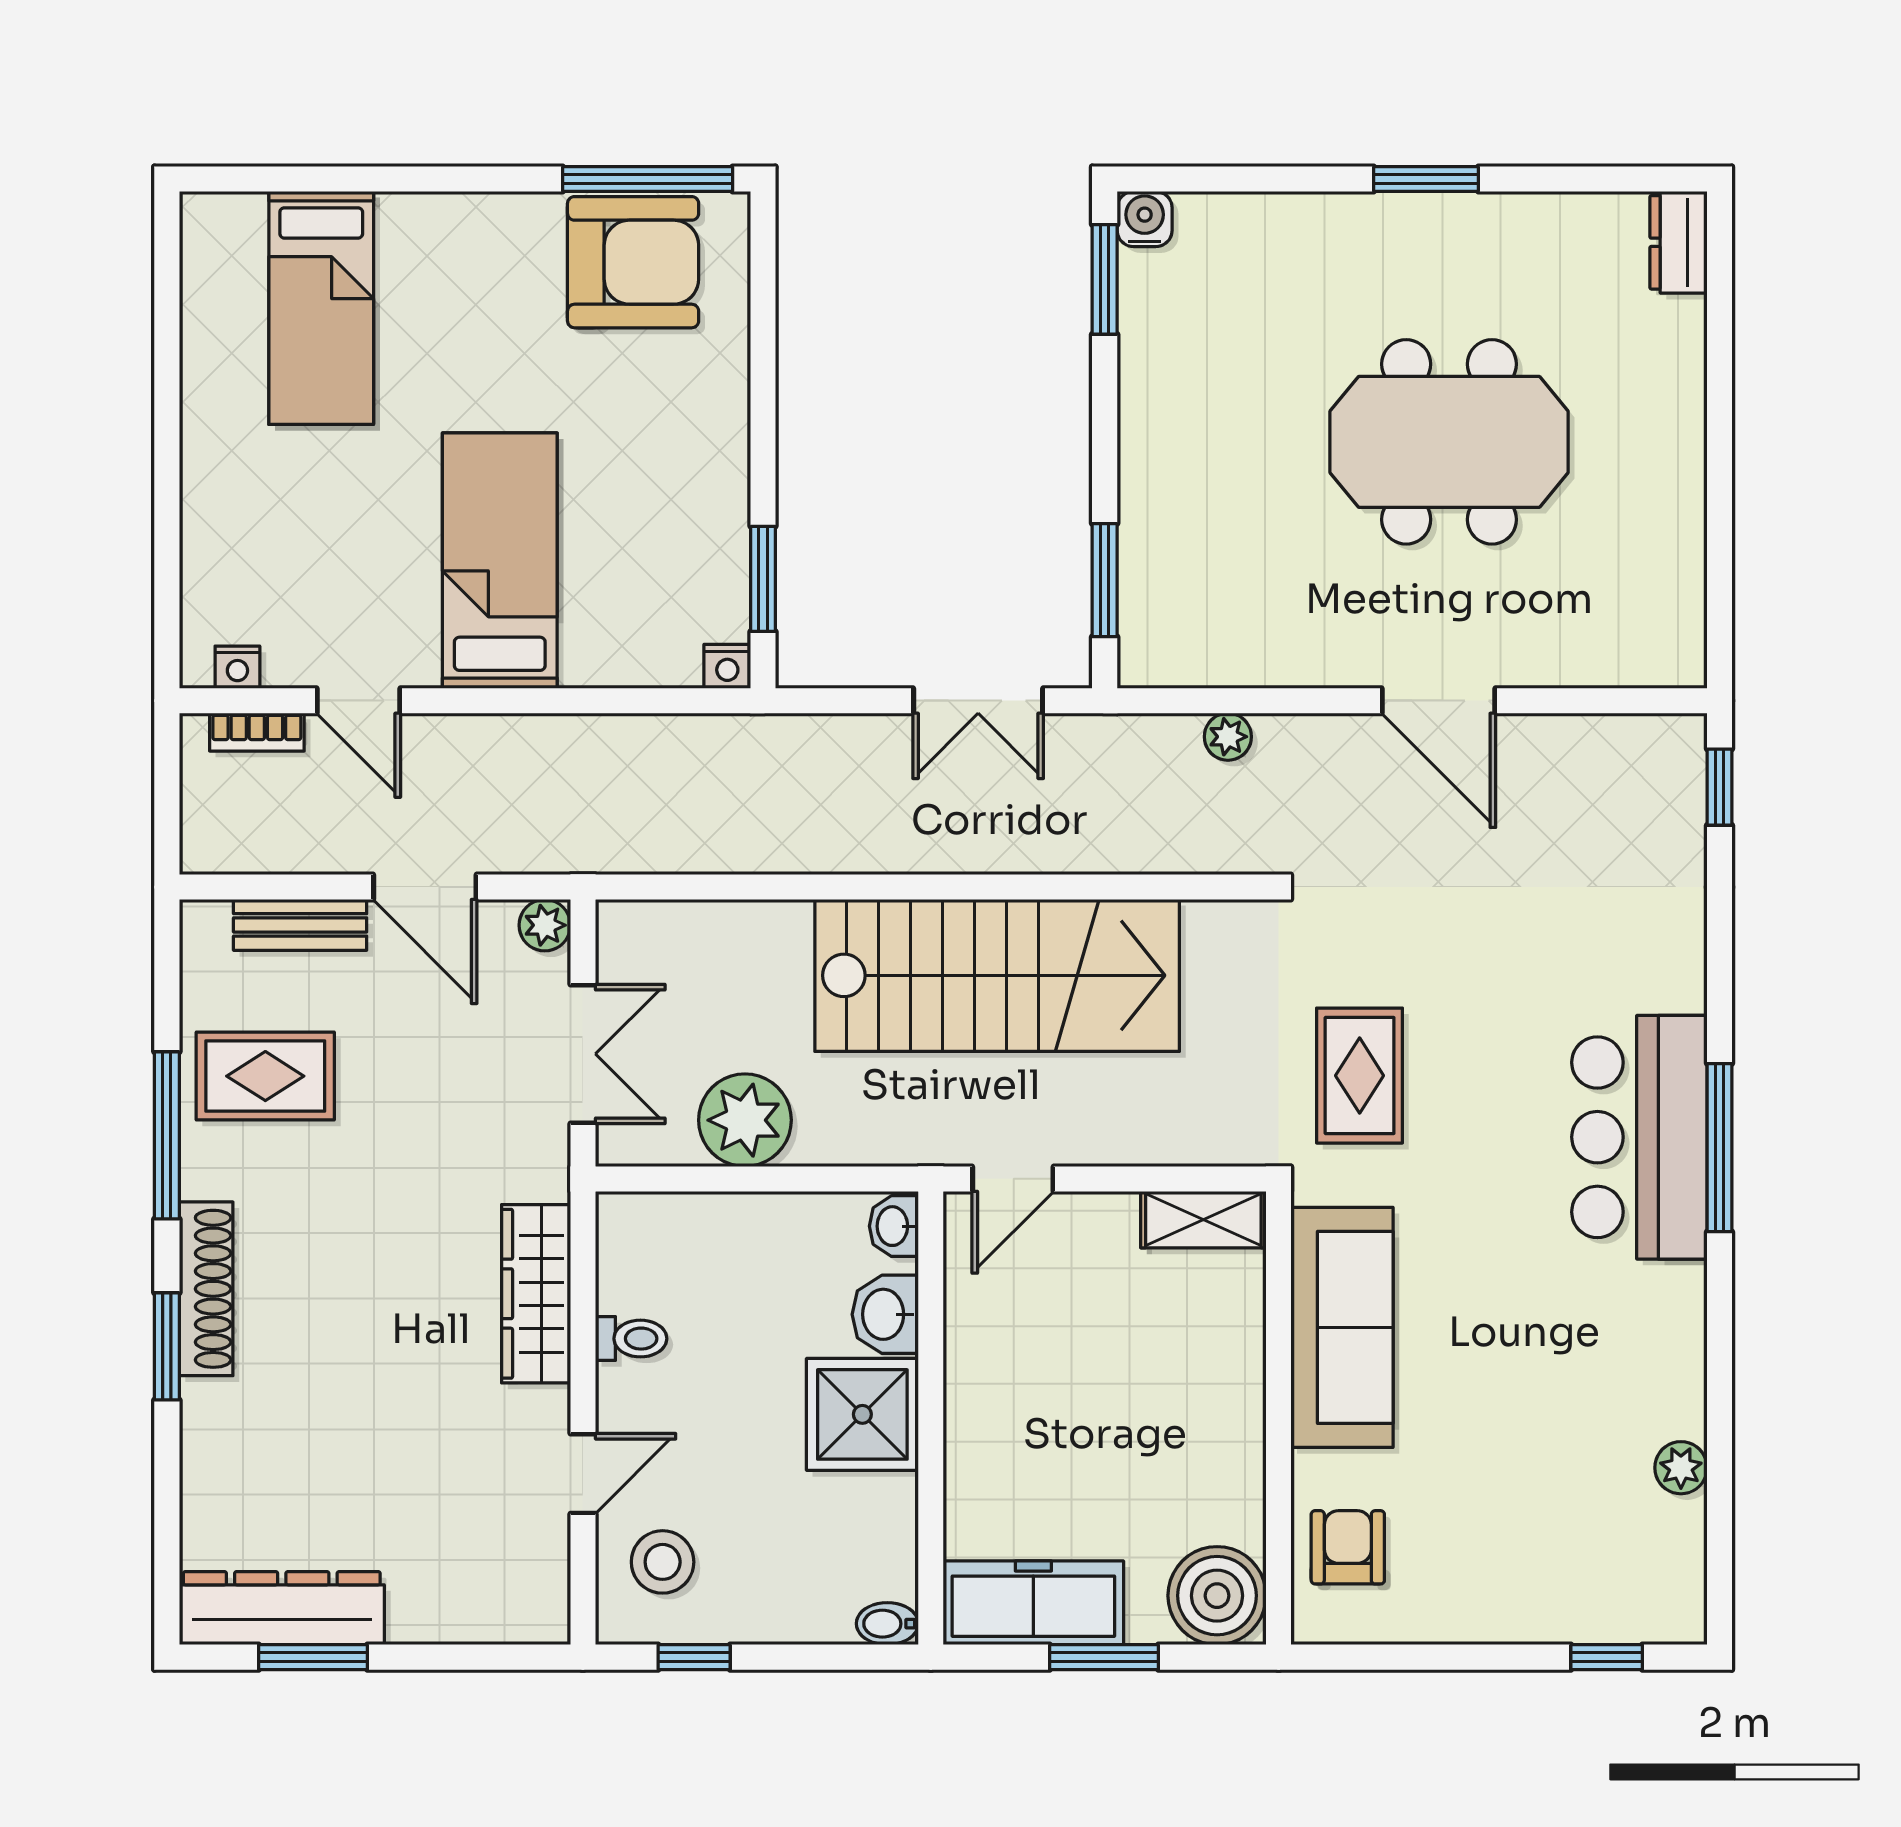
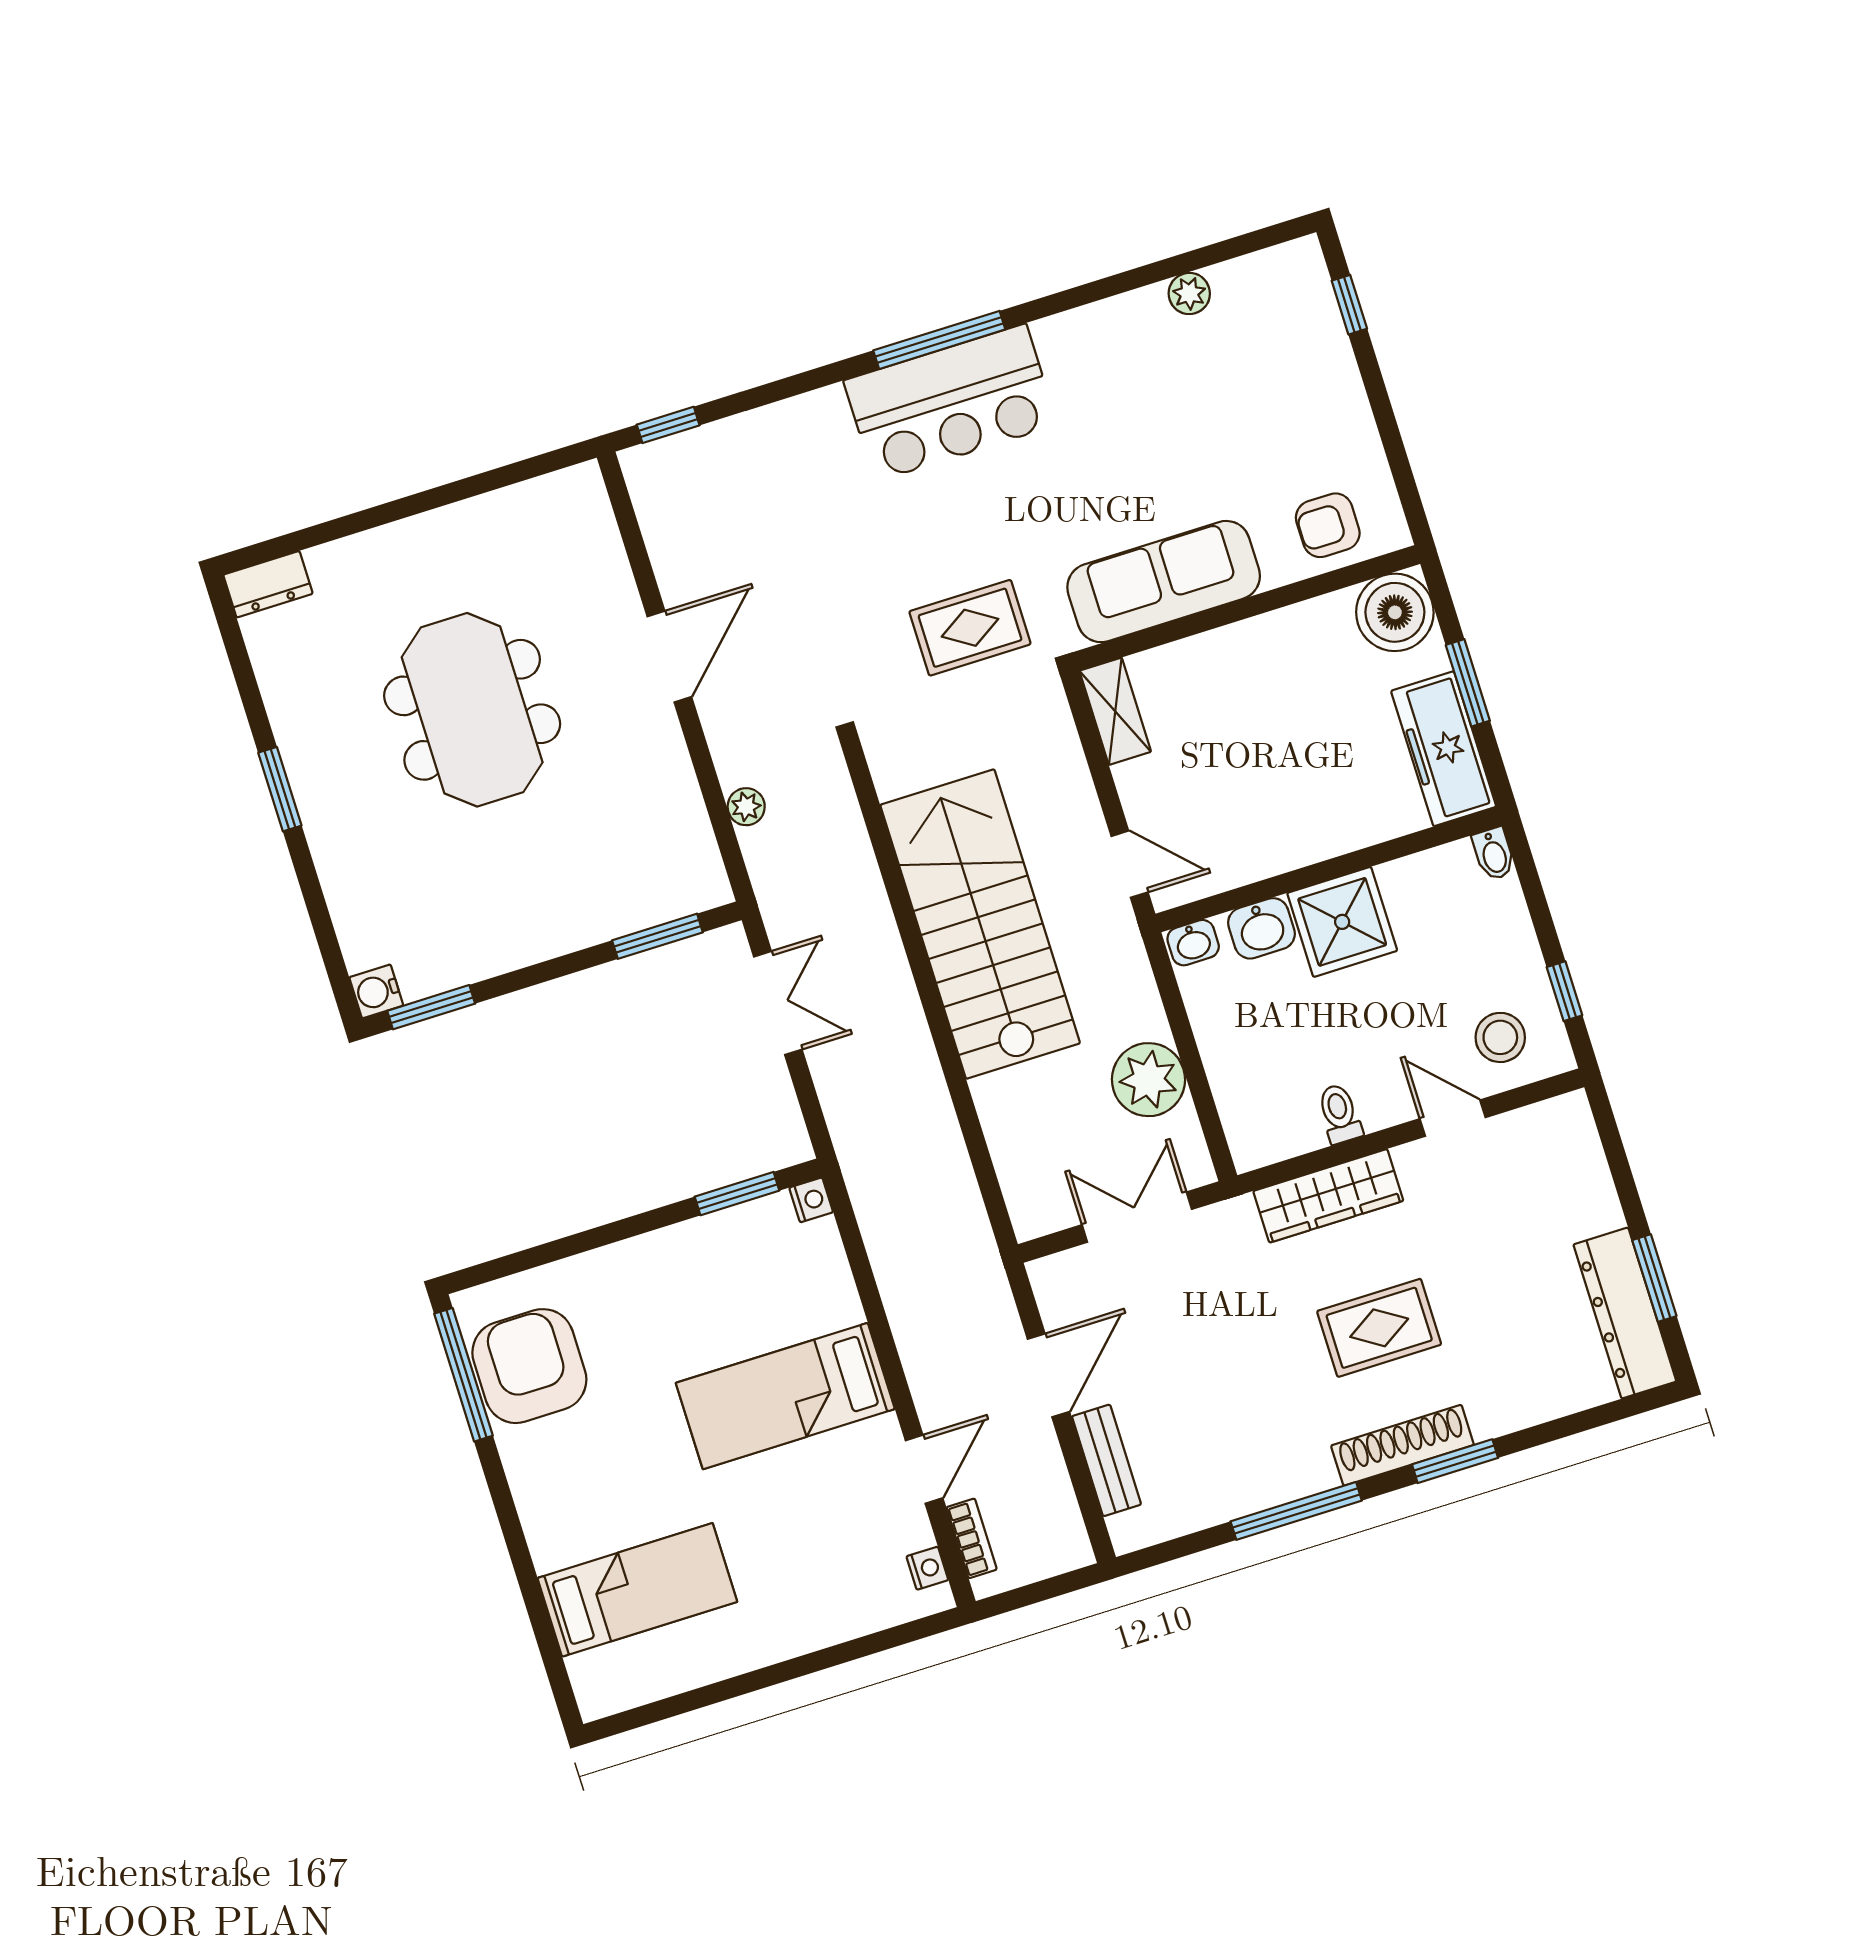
plant: (545, 925) -> (1049, 1276), removed
rug: (265, 1076) -> (1379, 1328), moved, turned 90

